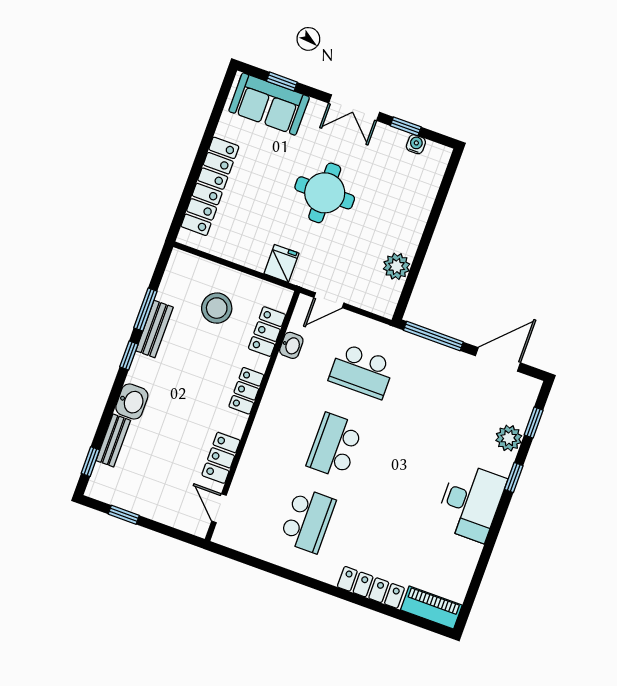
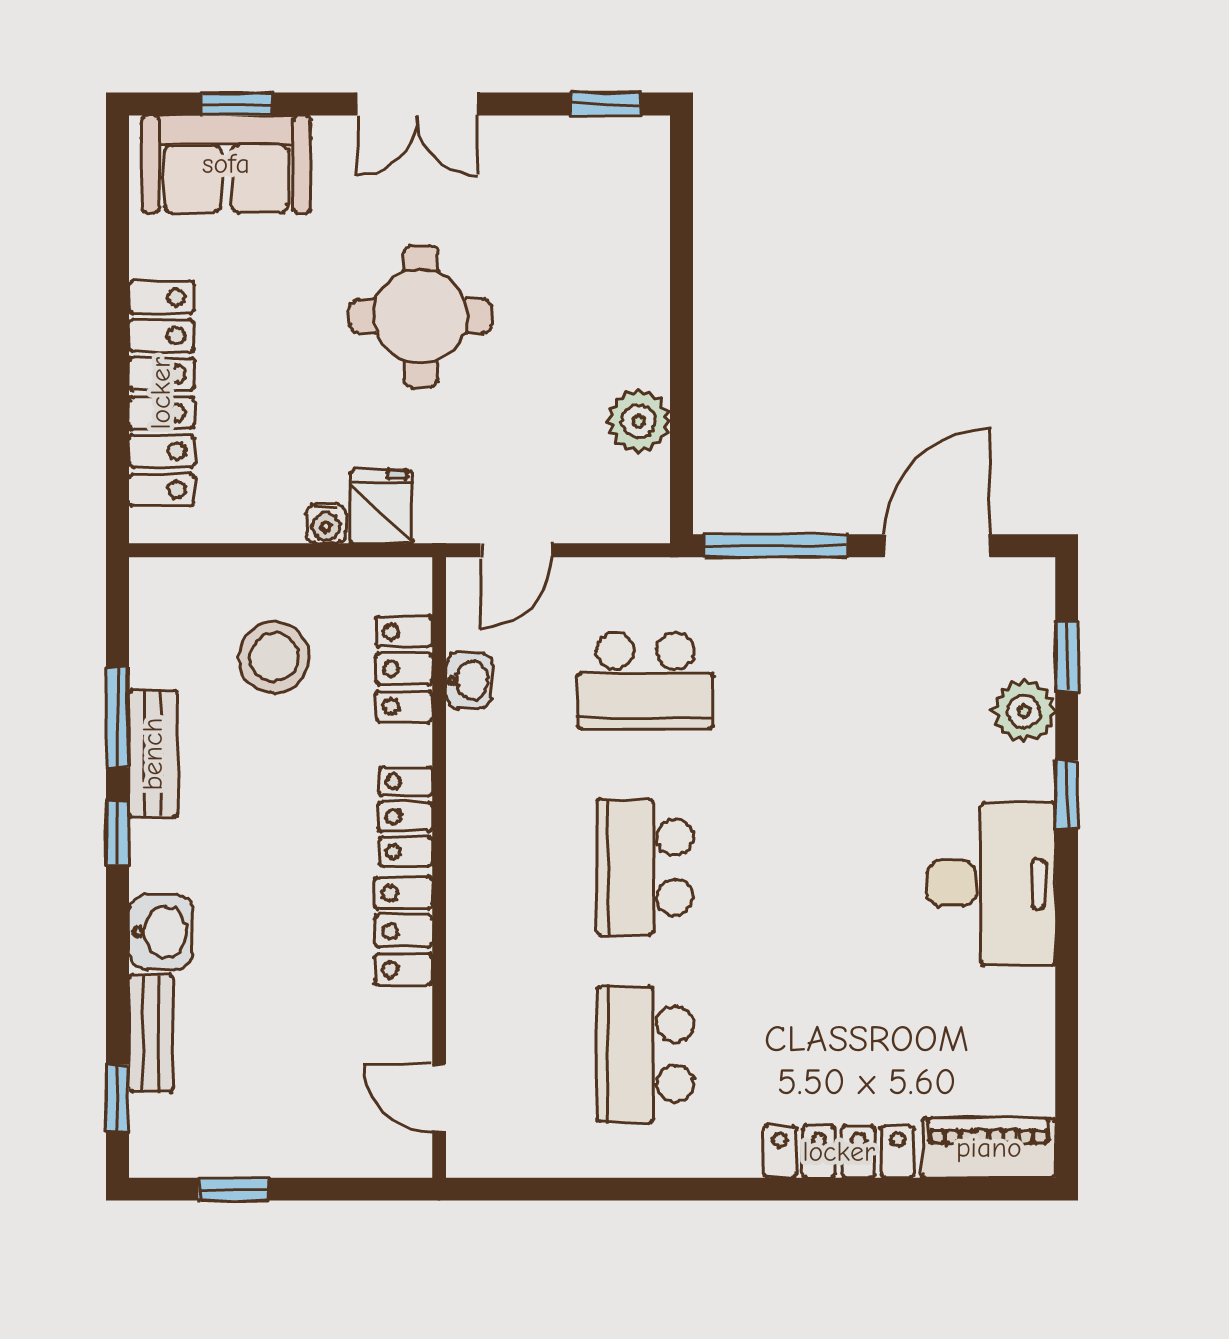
window: (406, 126) -> (606, 104), moved
water cooler: (416, 144) -> (326, 523), moved, turned 180
locker: (221, 458) -> (403, 931), moved
school desk: (308, 520) -> (645, 1054), turned 180

